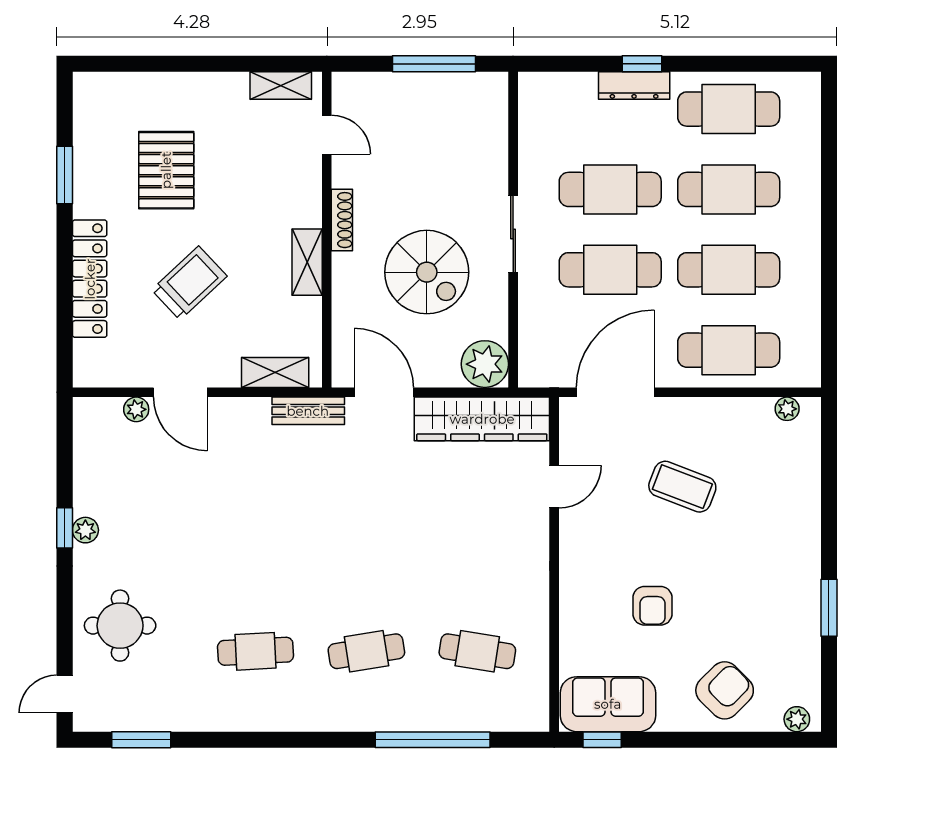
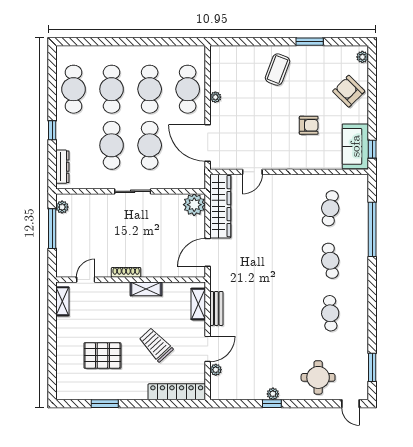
plant: (480, 85) -> (62, 207), added
dresser: (634, 86) -> (62, 167), moved
spiral stairs: (427, 272) -> (151, 232), removed
locker: (90, 279) -> (177, 392), moved
plant: (787, 409) -> (215, 97), moved
bench: (308, 411) -> (216, 308), moved
door: (554, 487) -> (252, 172), swing flipped
coffee table: (682, 487) -> (277, 70), moved

